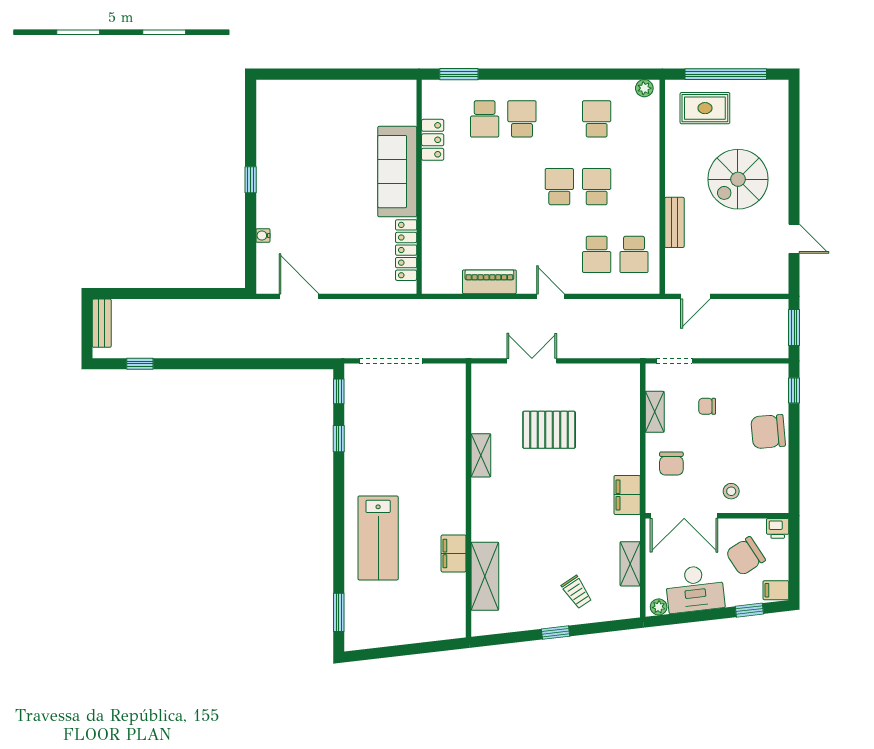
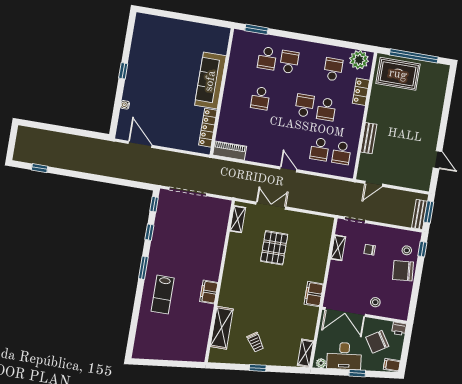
plant: (644, 88) -> (359, 60), width x1.88, depth x1.88
rug: (705, 108) -> (398, 74), width x1.36, depth x1.43
locker: (433, 140) -> (361, 92), moved, turned 180
spiral stairs: (738, 179) -> (410, 119), removed
school desk: (485, 187) -> (260, 98), added
school desk: (597, 187) -> (326, 109), turned 180
piano: (489, 282) -> (230, 151), moved
bench: (102, 323) -> (419, 214), moved
stool: (769, 397) -> (407, 250), added
pallet: (549, 430) -> (274, 248), turned 90
shelving: (481, 455) -> (238, 219), moved
chair: (671, 464) -> (343, 280), removed
lab bench: (378, 538) -> (163, 295), width x0.73, depth x0.72
filing cabinet: (454, 553) -> (209, 292), moved
shelving: (630, 564) -> (306, 353), moved
trolley: (577, 592) -> (255, 342), moved
window: (749, 610) -> (357, 373), moved
window: (339, 612) -> (143, 268), moved

